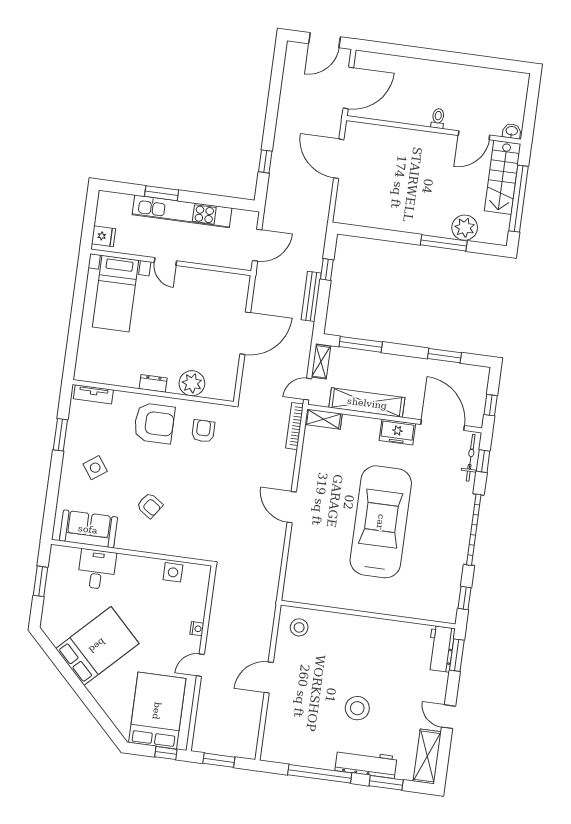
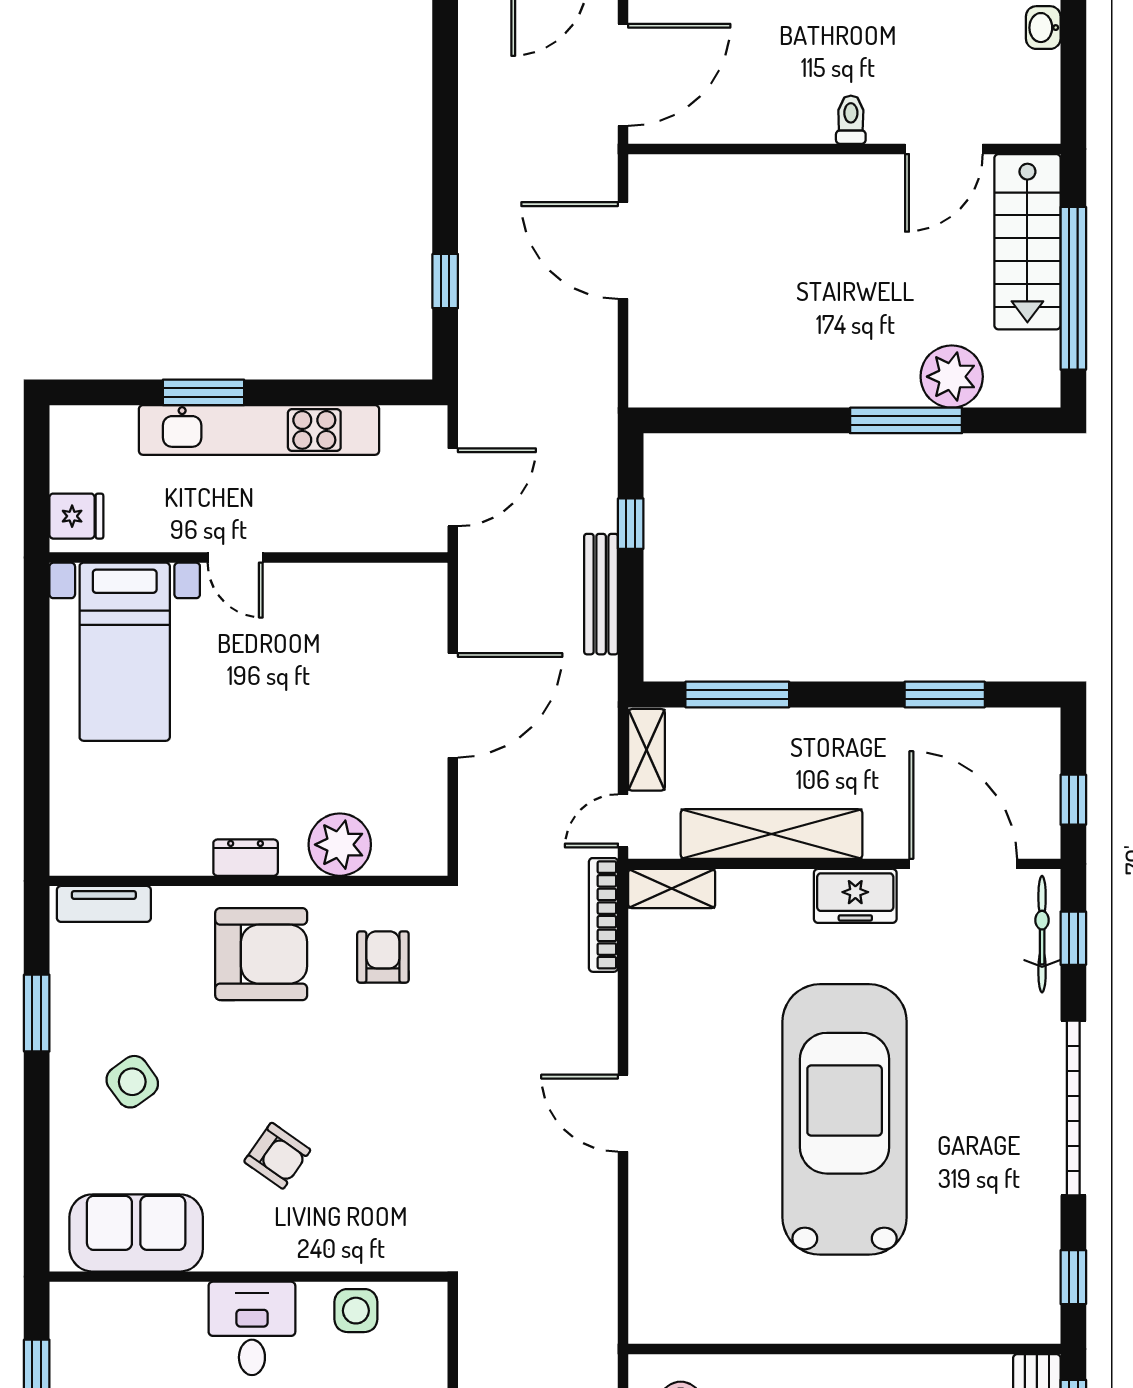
washbasin: (512, 131) -> (1043, 28), moved, turned -90
desk: (97, 569) -> (252, 1328), moved

